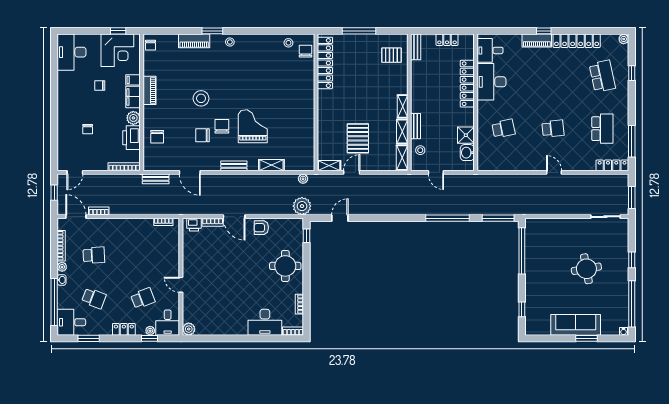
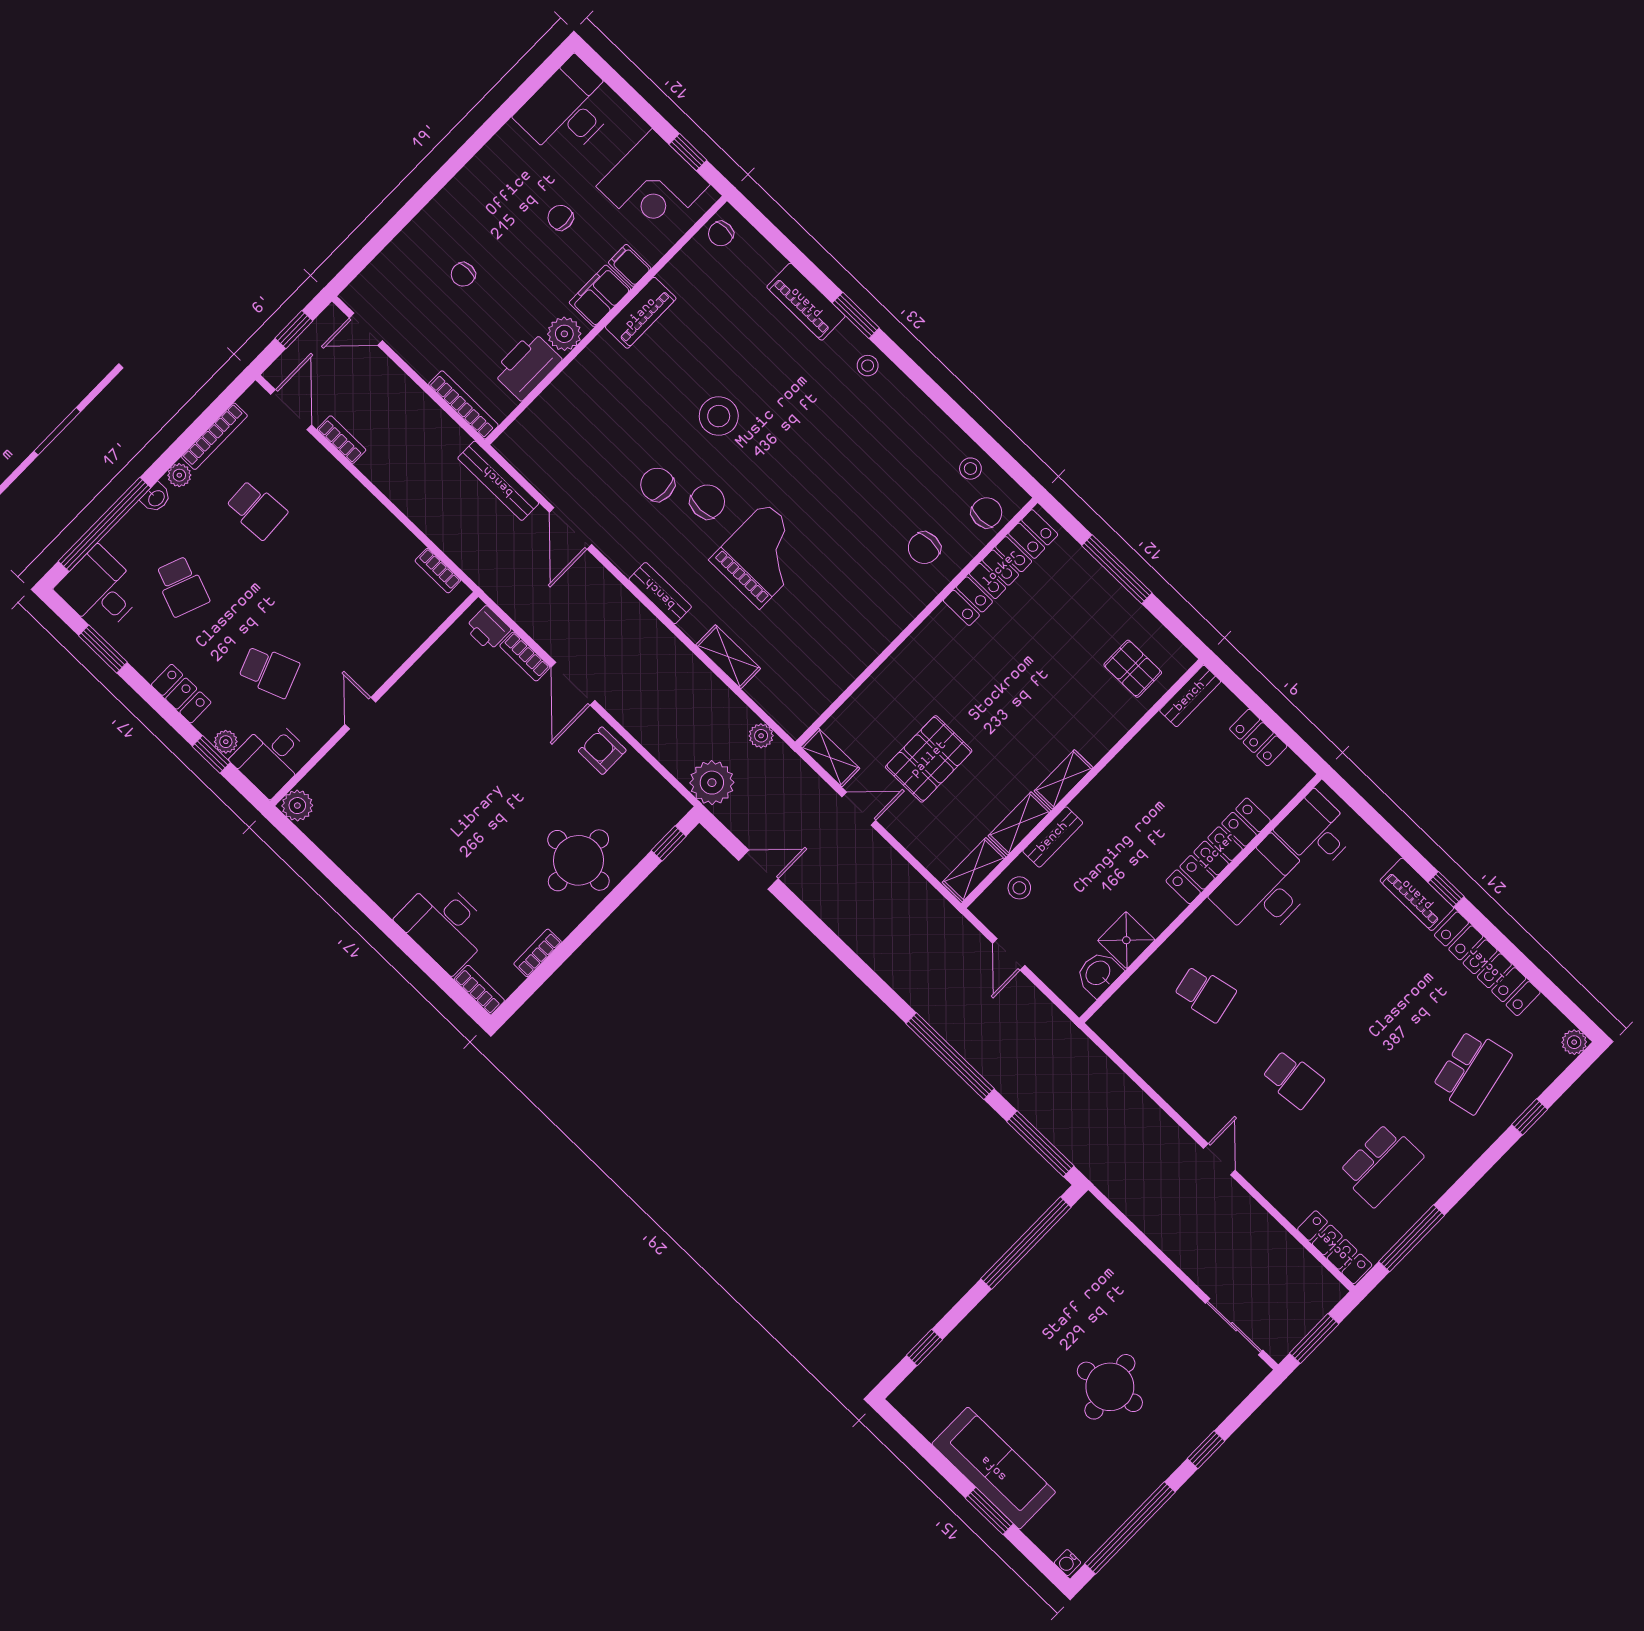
chair: (157, 137) -> (924, 548), moved
bench: (156, 179) -> (498, 481), width x1.36

